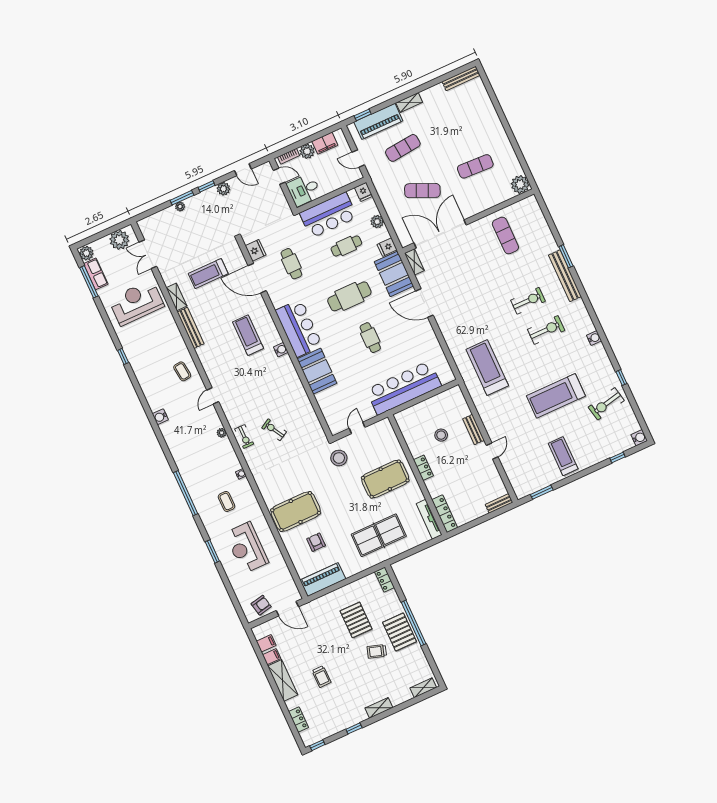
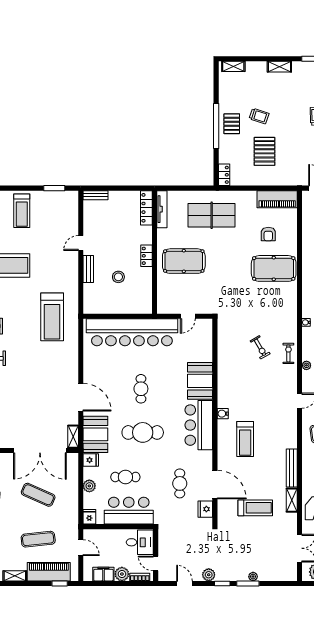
bar counter: (404, 388) -> (132, 332), width x1.36
stool: (339, 458) -> (215, 297), removed
pallet: (400, 632) -> (232, 124), width x0.67, depth x0.71

